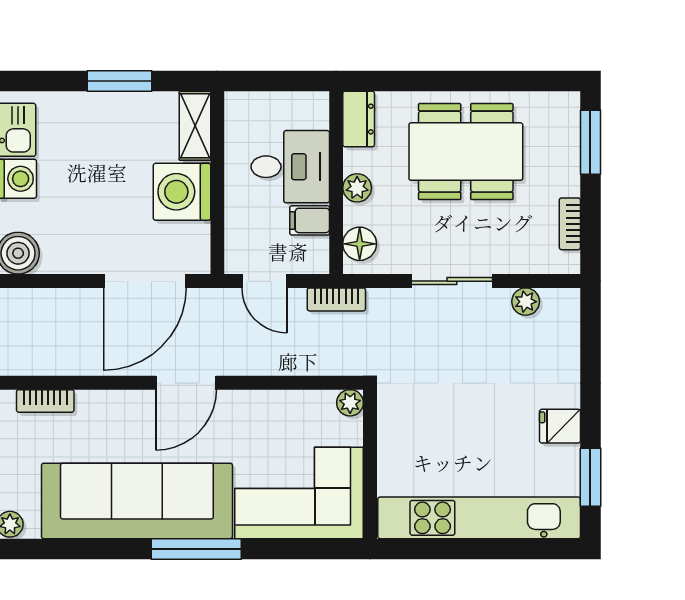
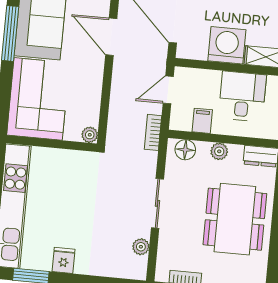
desk: (290, 167) -> (242, 96), moved, turned 180

